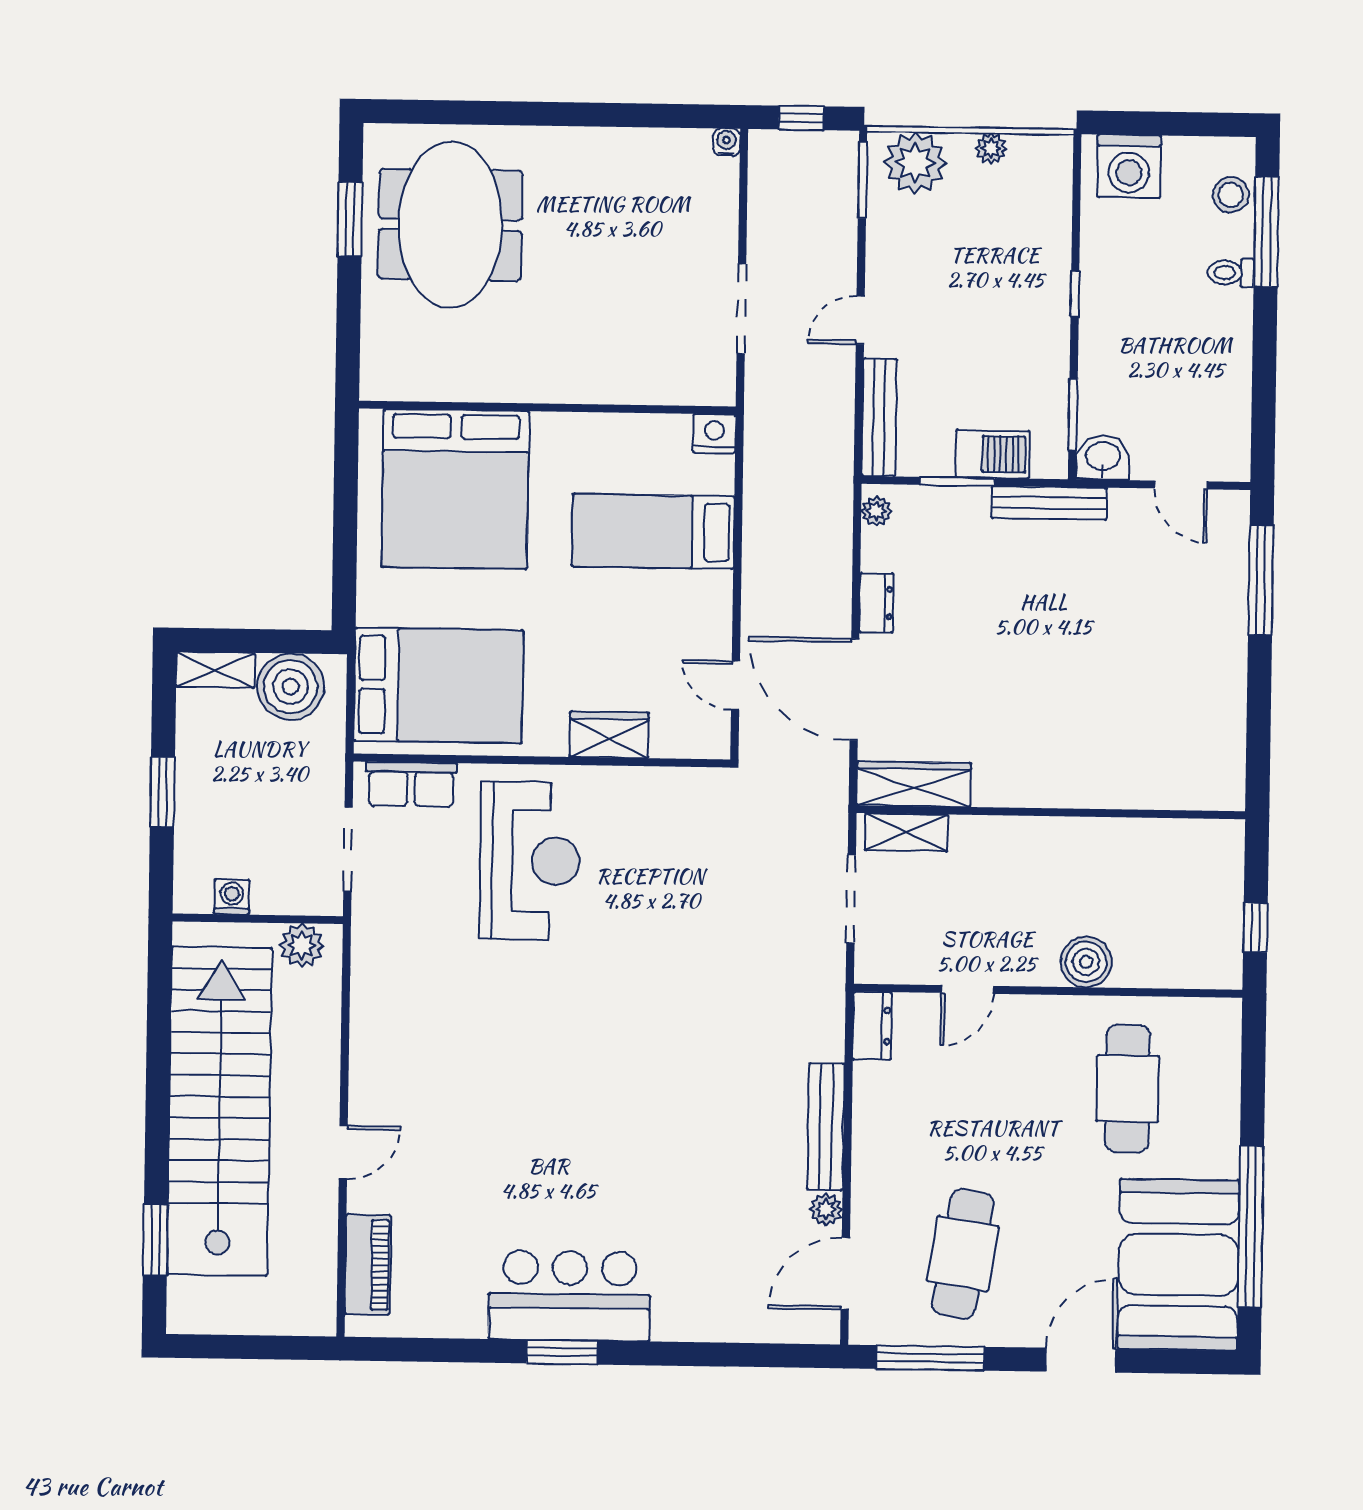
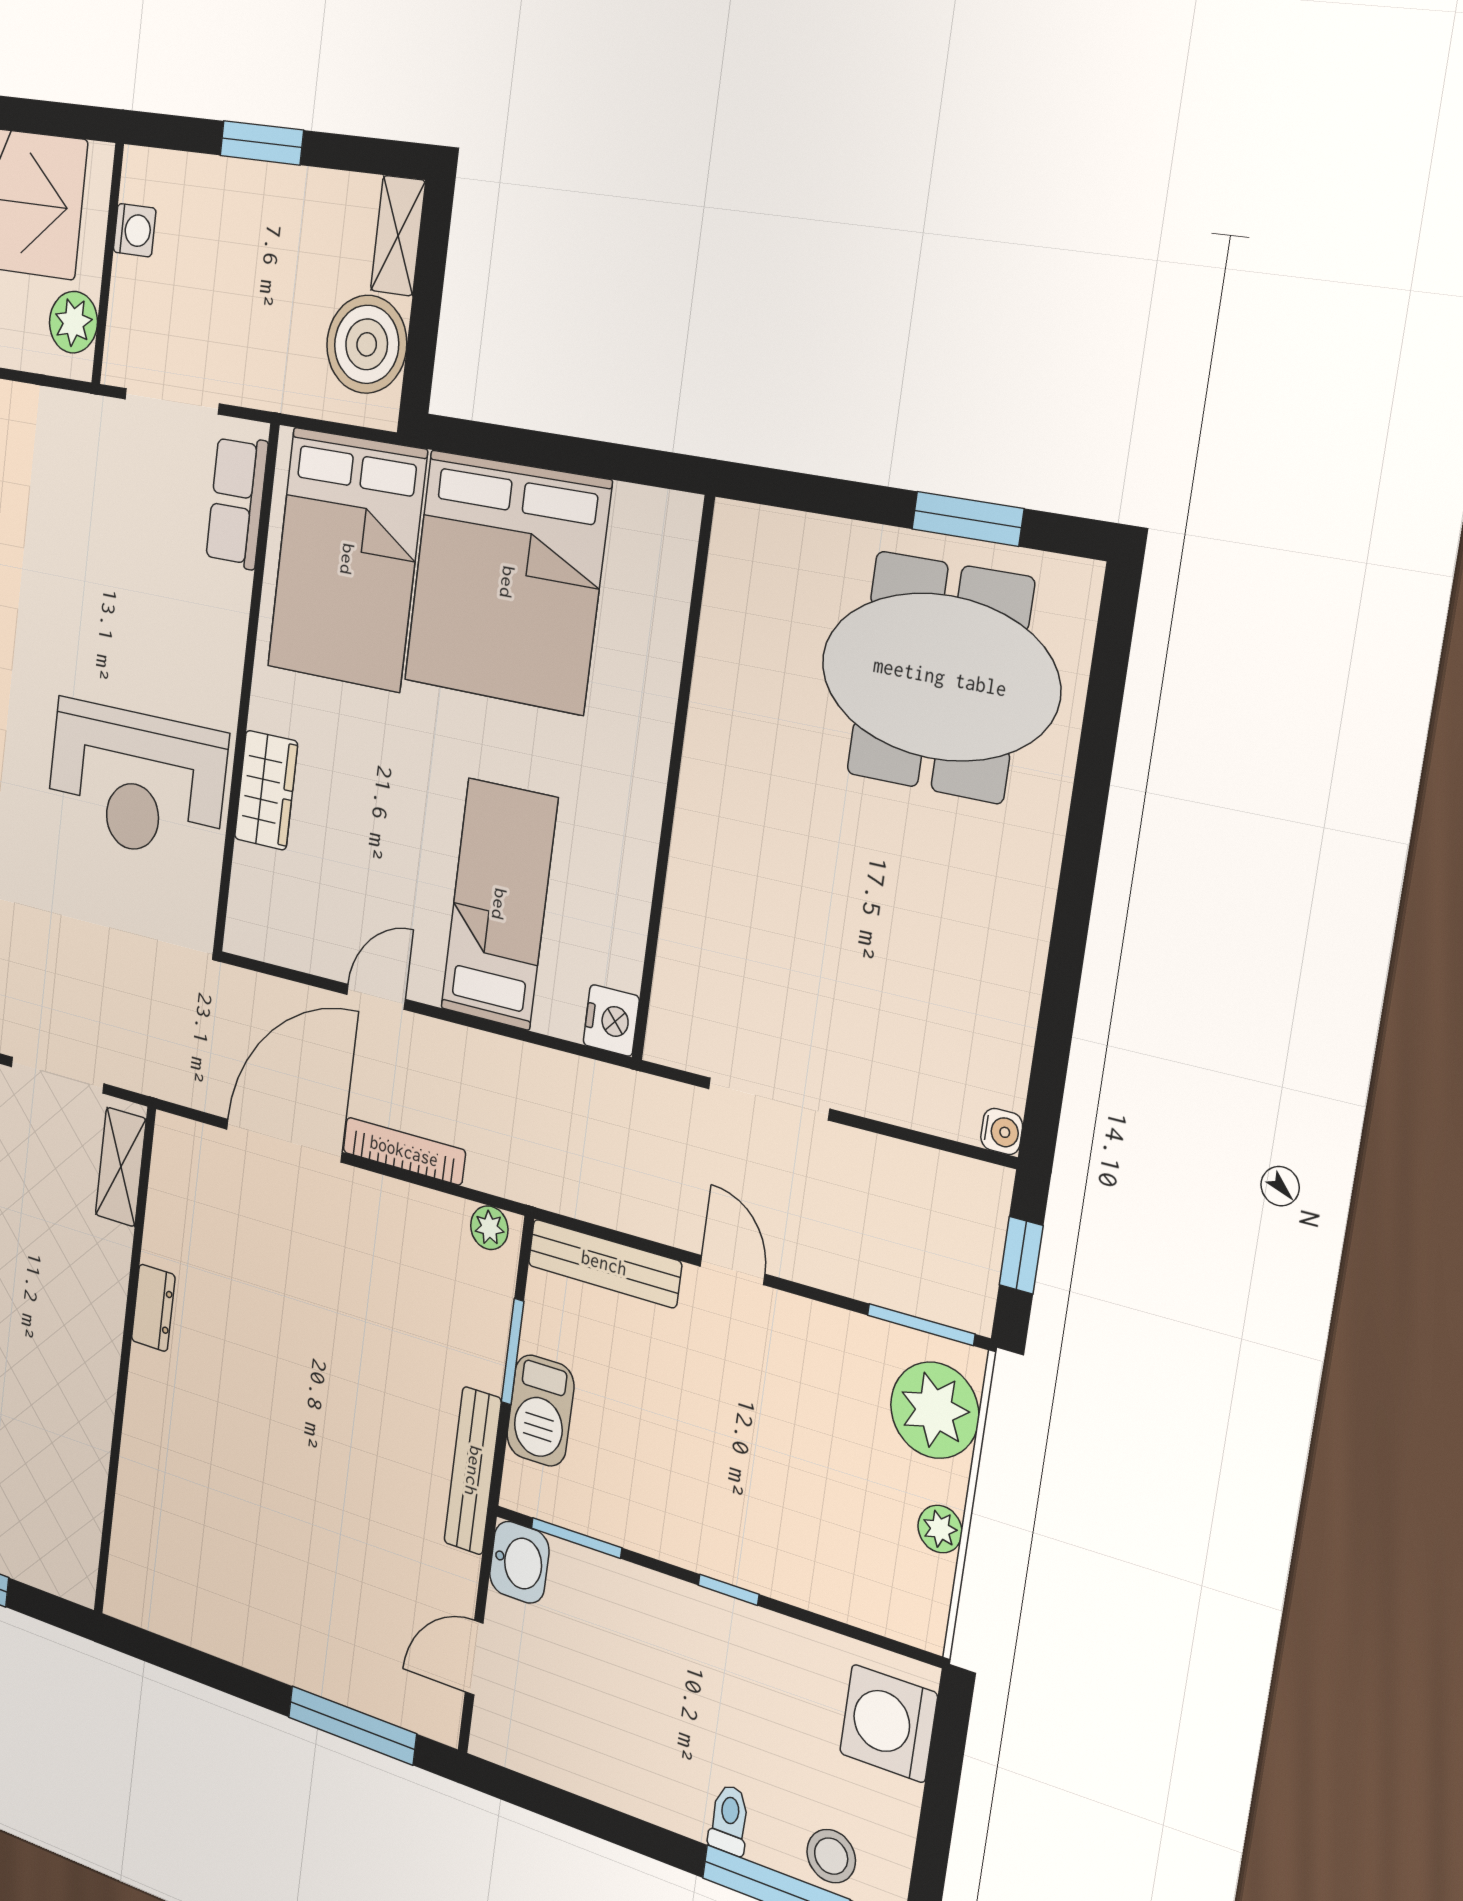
bed: (455, 489) -> (507, 582), moved, turned -90
bookcase: (839, 587) -> (404, 1151), added
dresser: (876, 603) -> (153, 1308), moved, turned -90
door: (735, 685) -> (376, 997), moved
wardrobe: (914, 784) -> (172, 1192), removed
reception desk: (530, 861) -> (136, 781), moved

